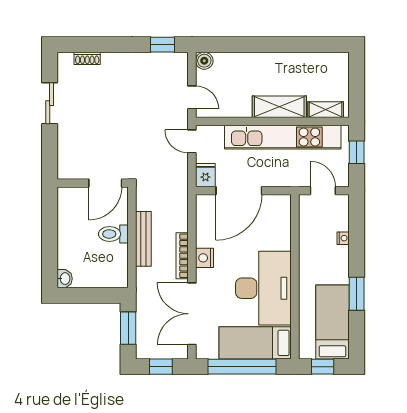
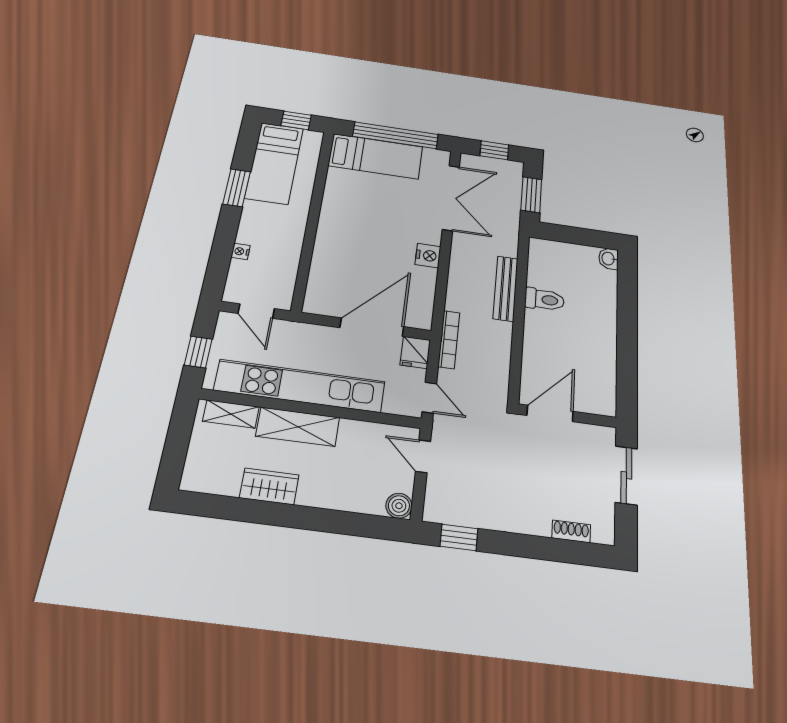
wardrobe: (291, 62) -> (269, 486), added
wall: (93, 183) -> (567, 416), moved
door: (105, 183) -> (550, 413), moved
bookcase: (182, 256) -> (449, 339), moved
desk: (263, 288) -> (356, 211), removed

